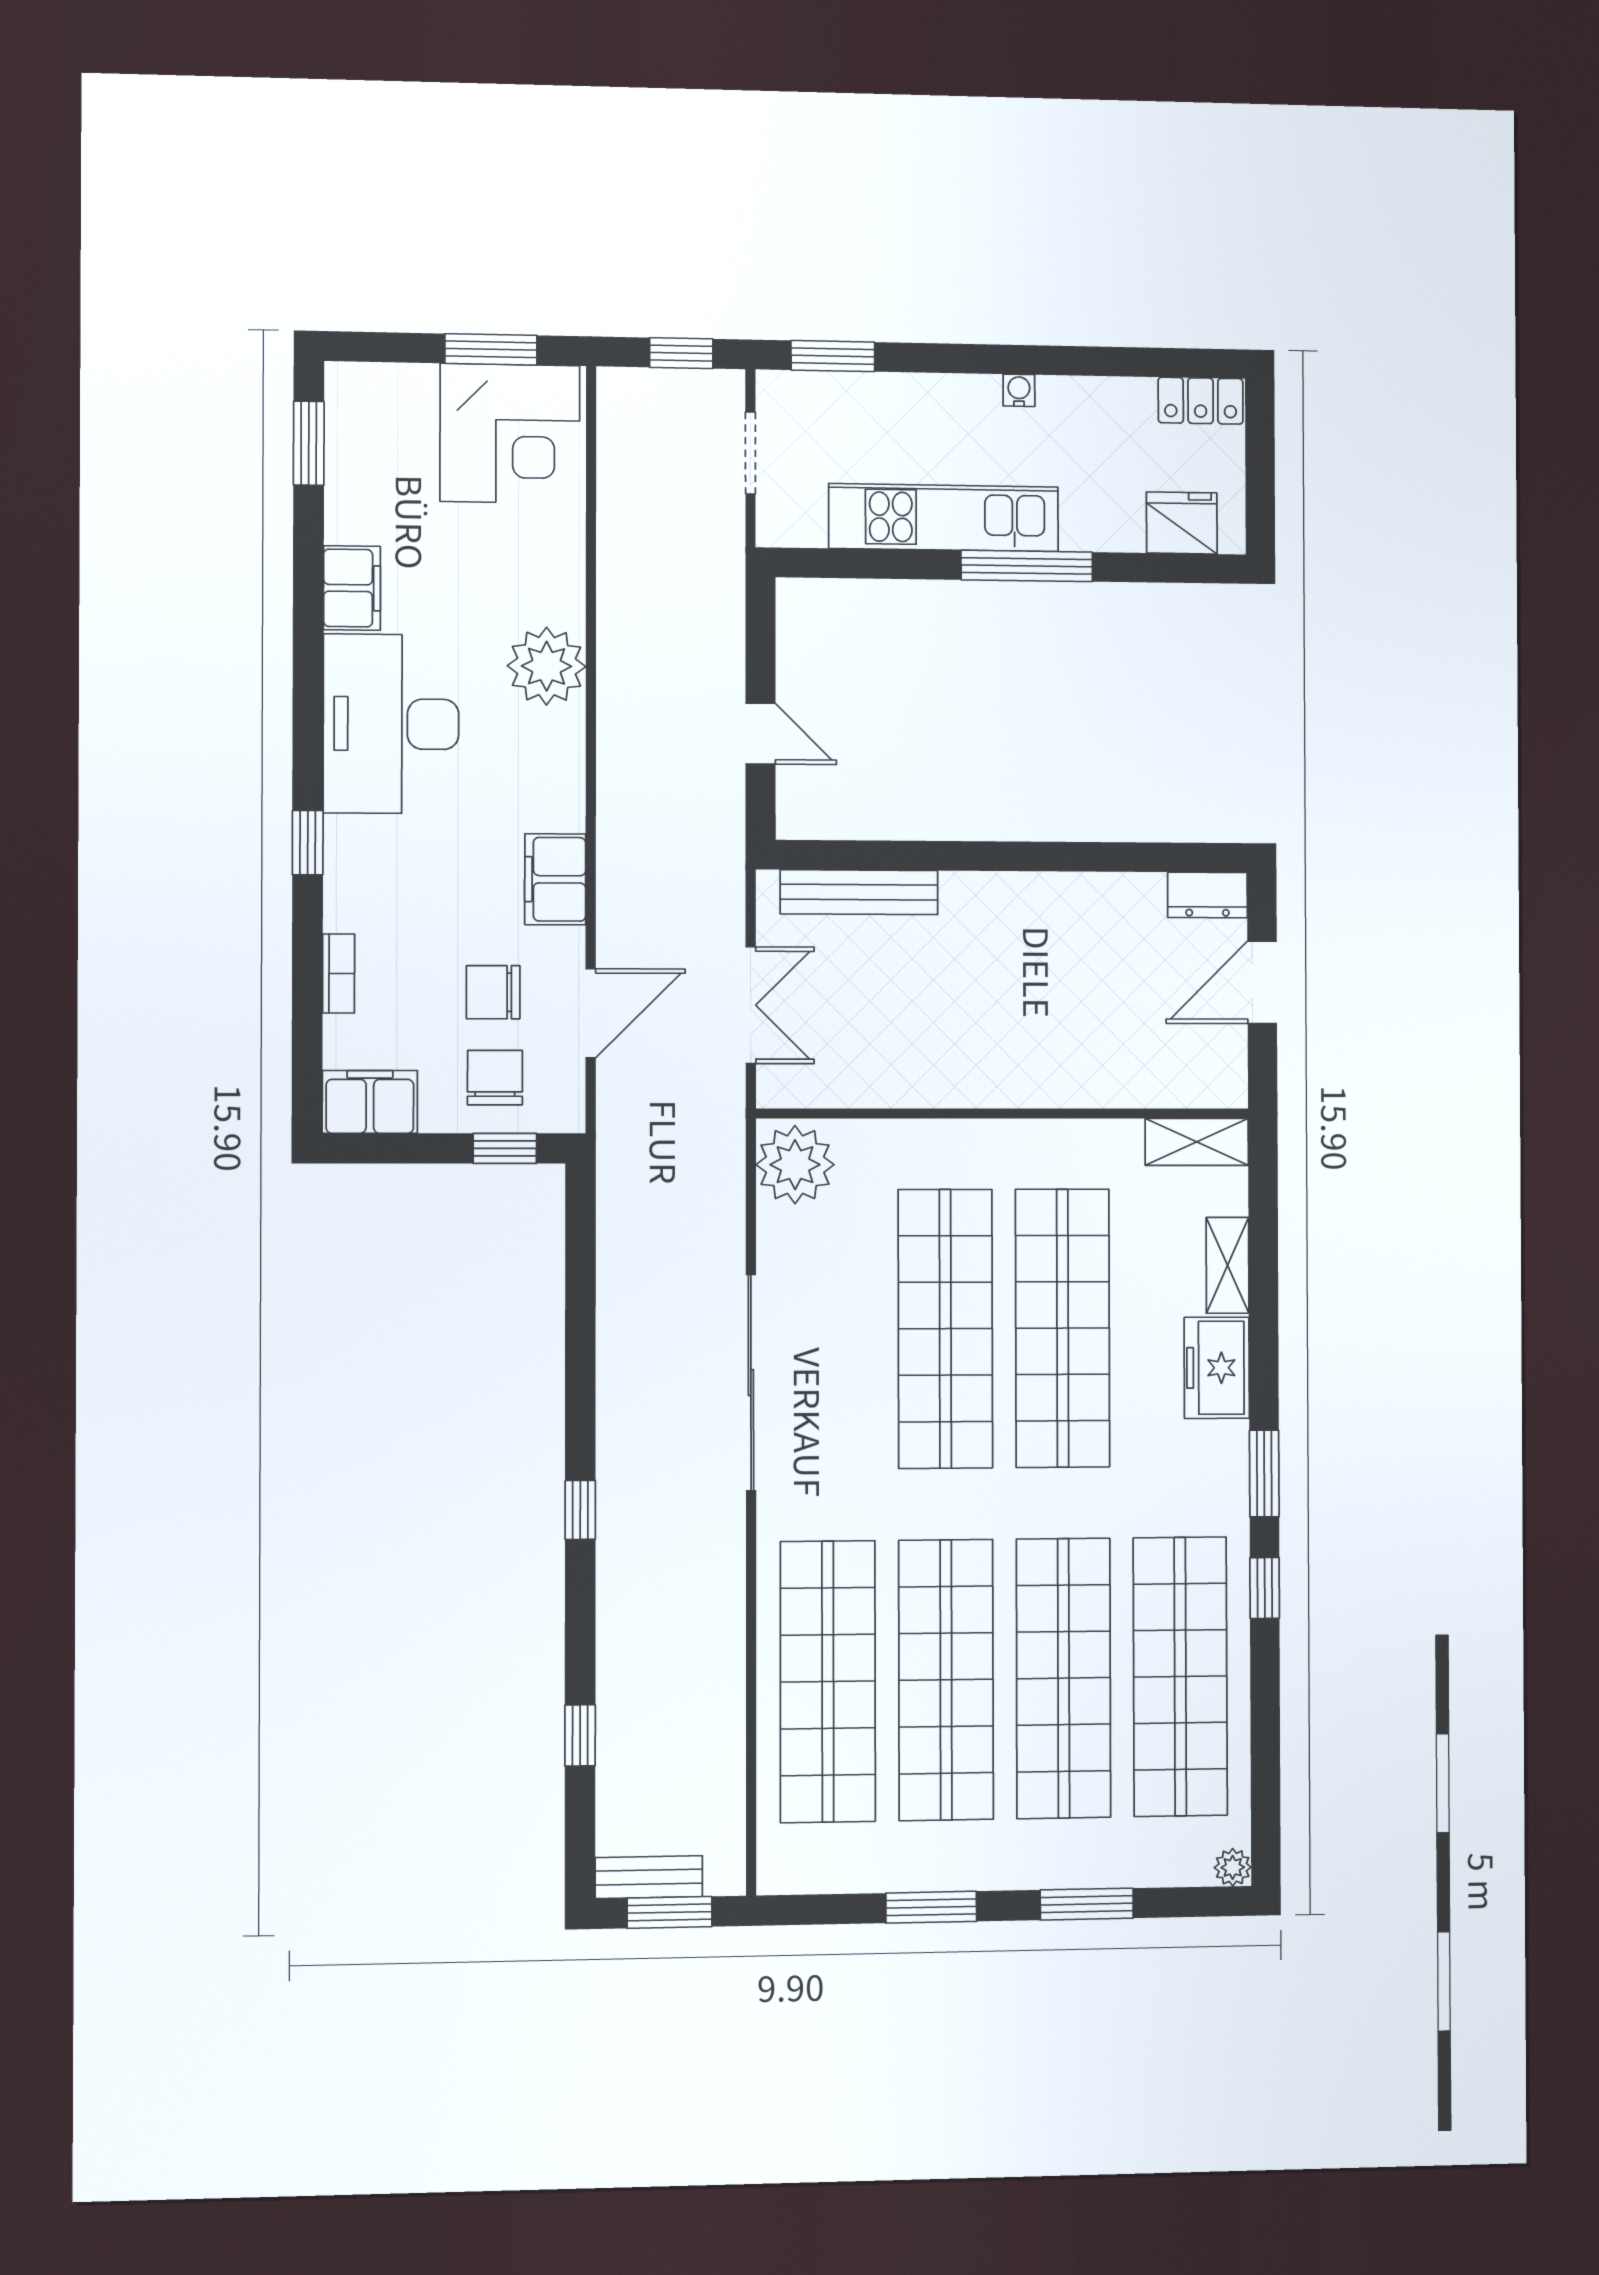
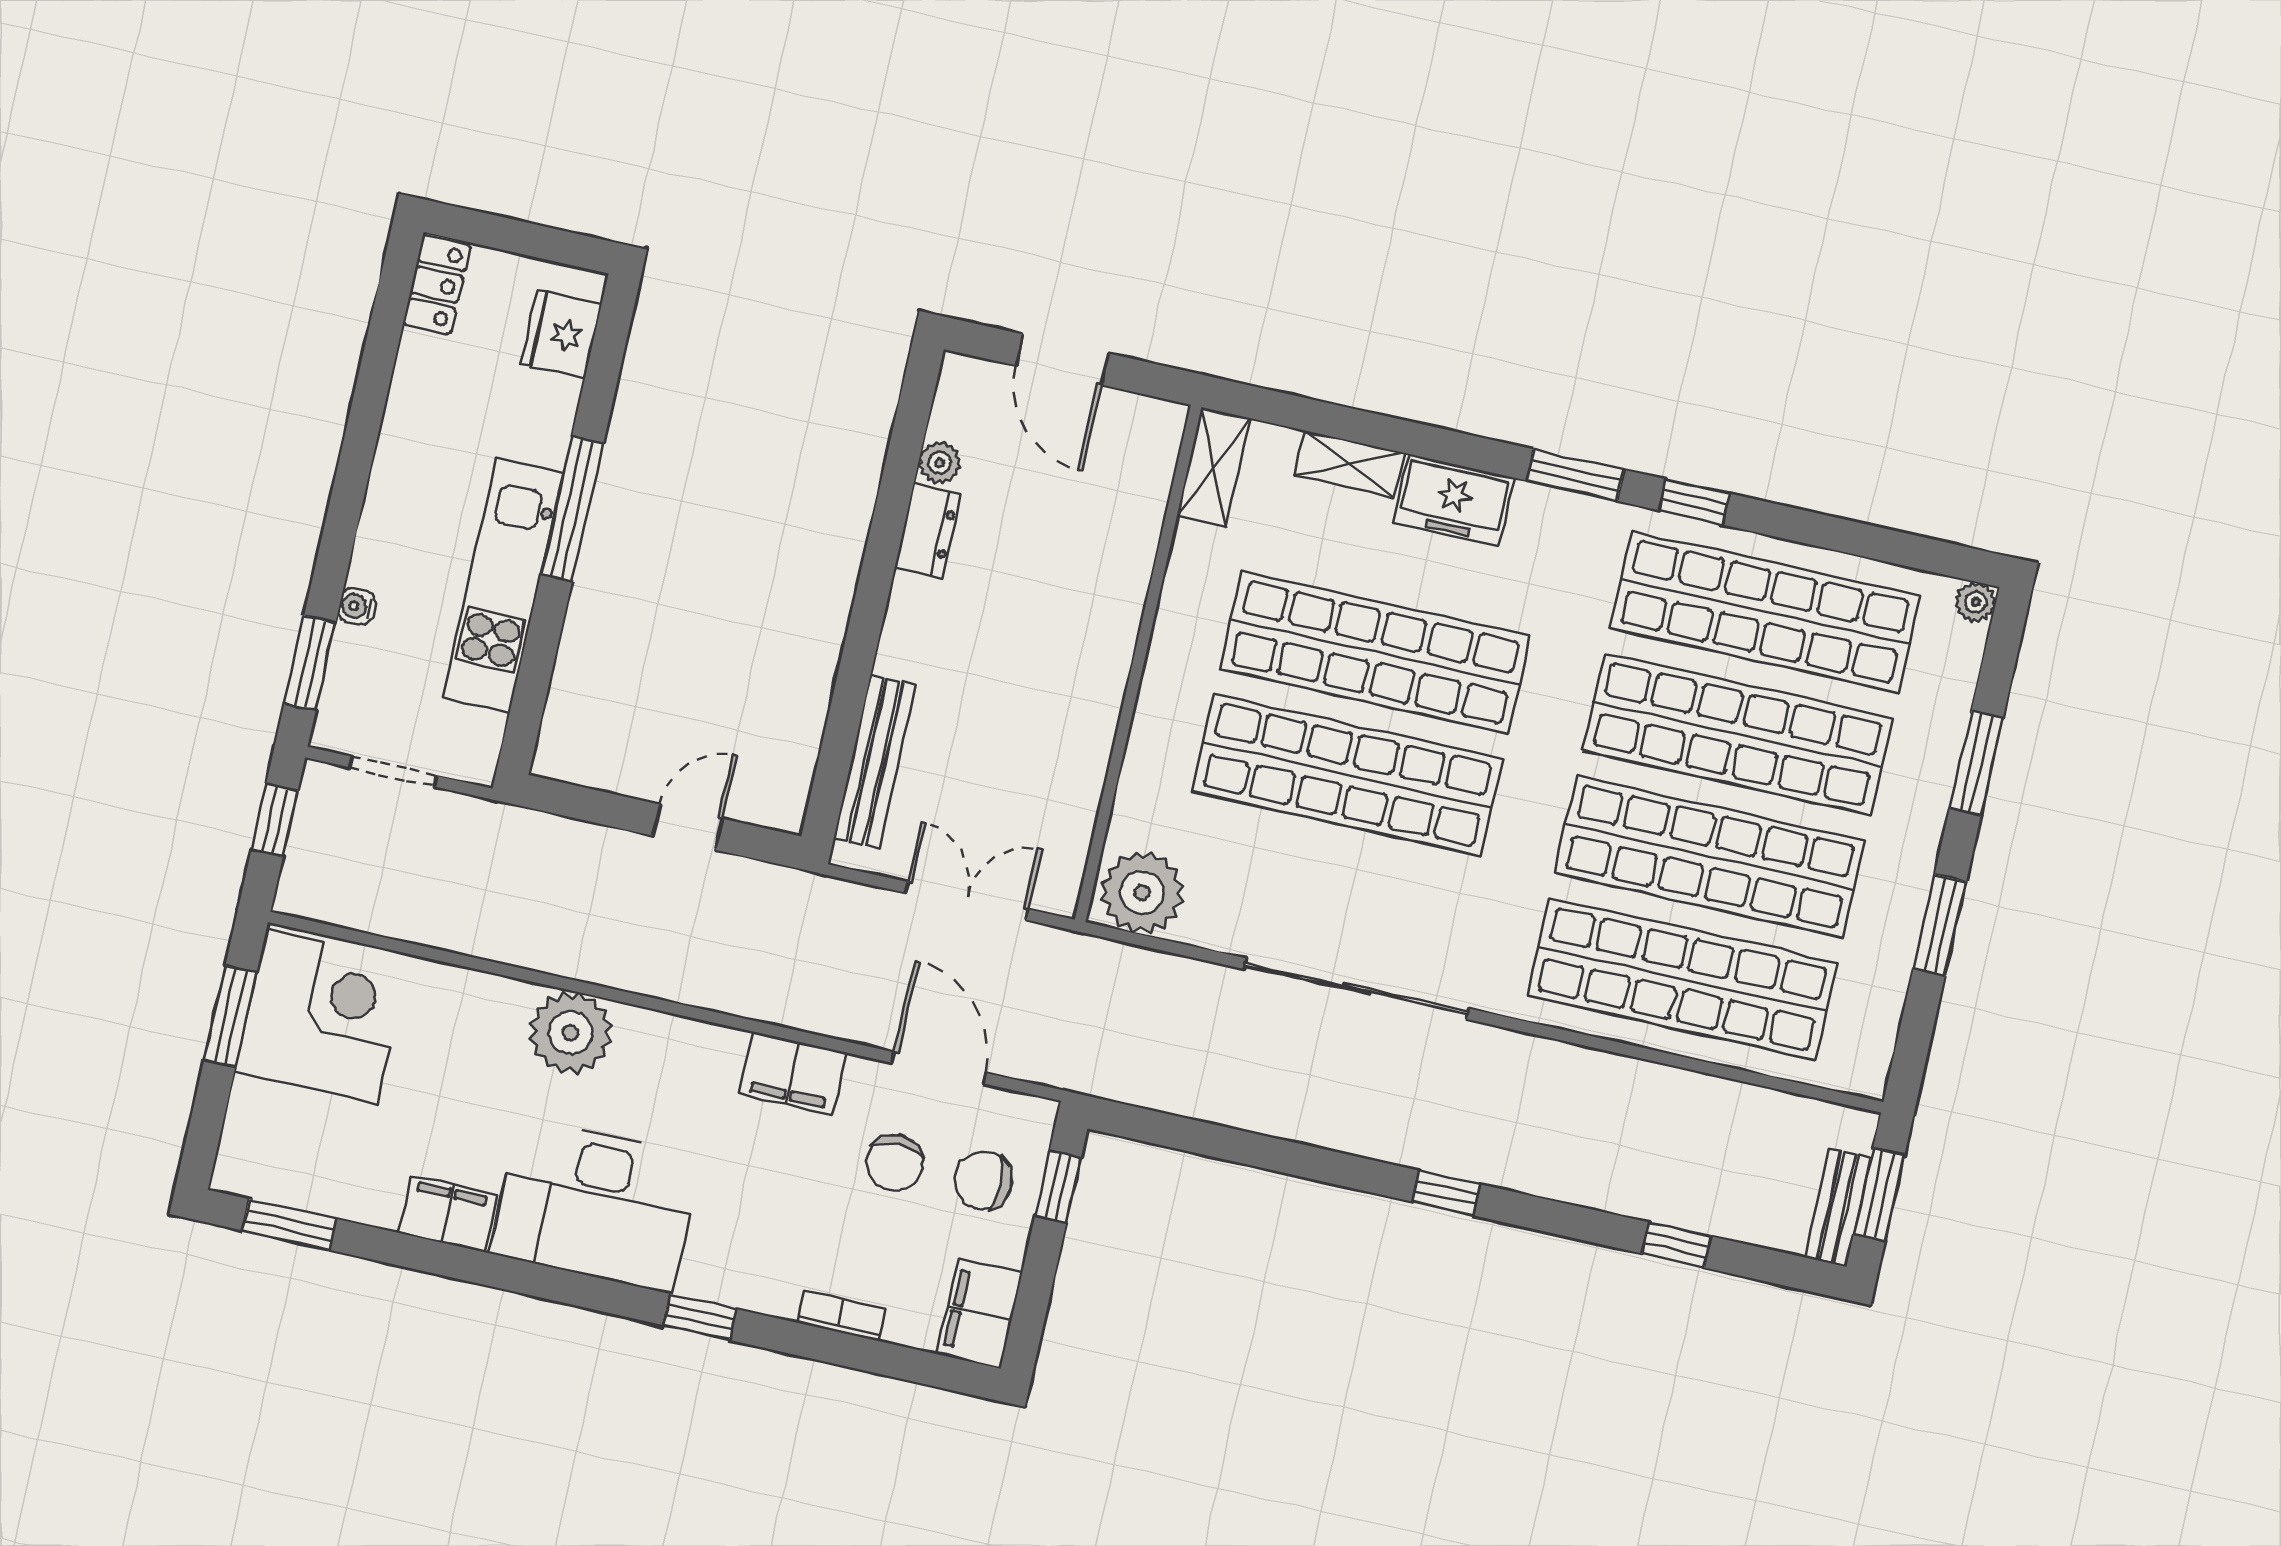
water cooler: (1019, 390) -> (357, 606), moved
plant: (1144, 892) -> (940, 463), added
dresser: (1207, 895) -> (928, 530), moved

